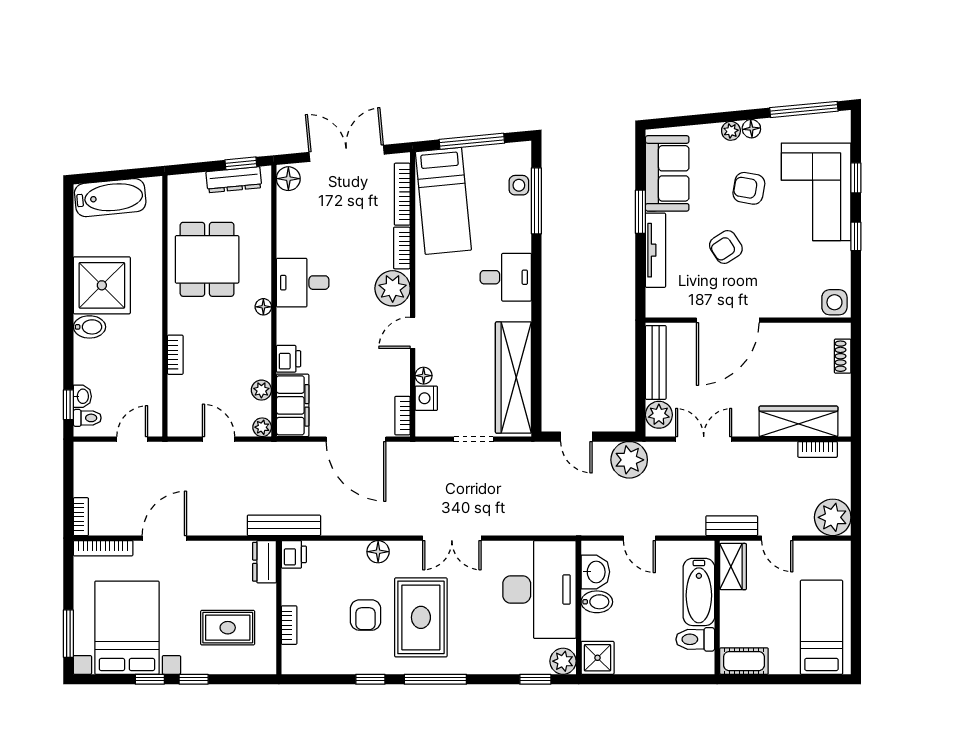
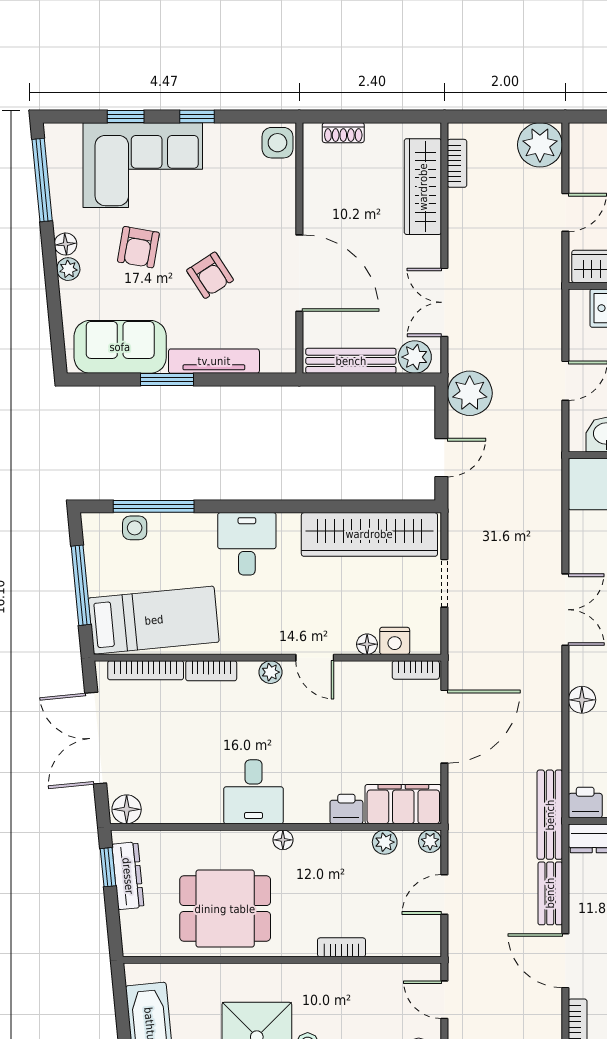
plant: (393, 288) -> (271, 672), width x0.53, depth x0.53
bench: (732, 526) -> (550, 893), moved

